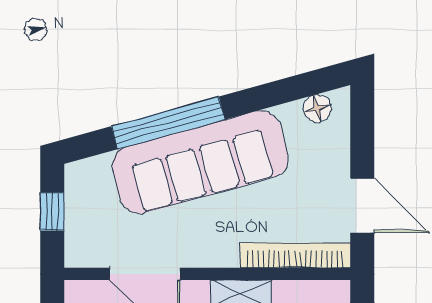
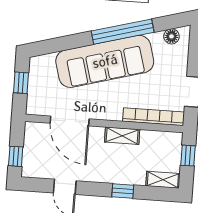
window: (168, 123) -> (123, 32), moved

